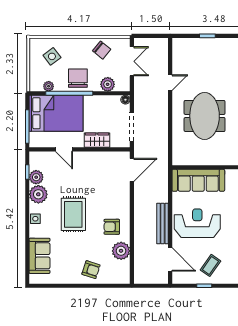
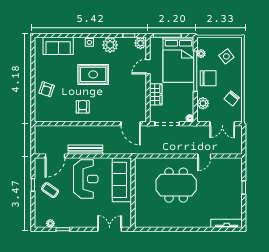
door: (170, 83) -> (204, 156), hinge flipped
plant: (36, 177) -> (140, 43), moved
plant: (121, 251) -> (62, 115), removed

